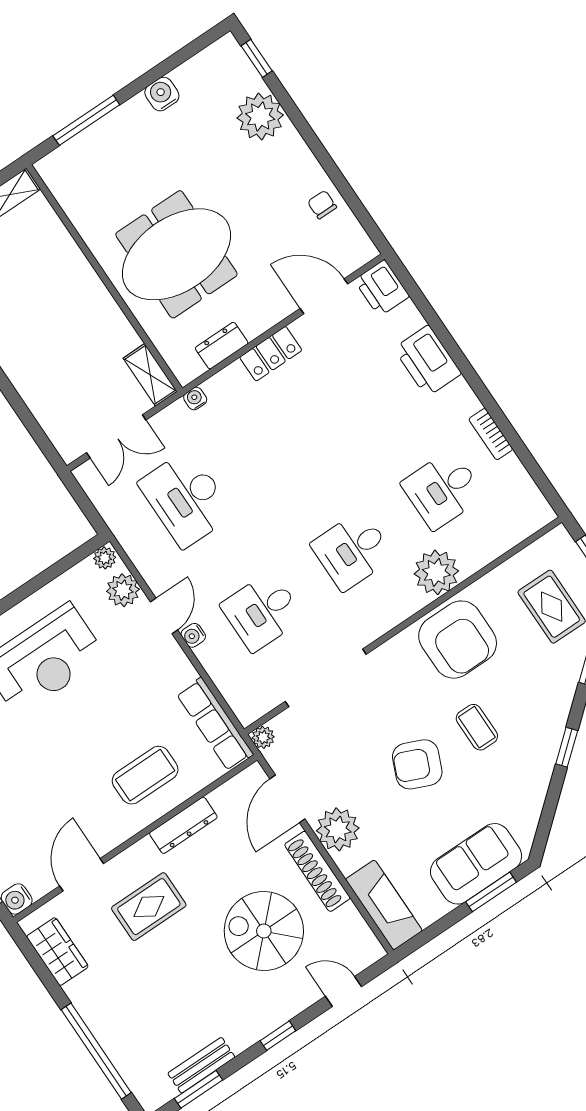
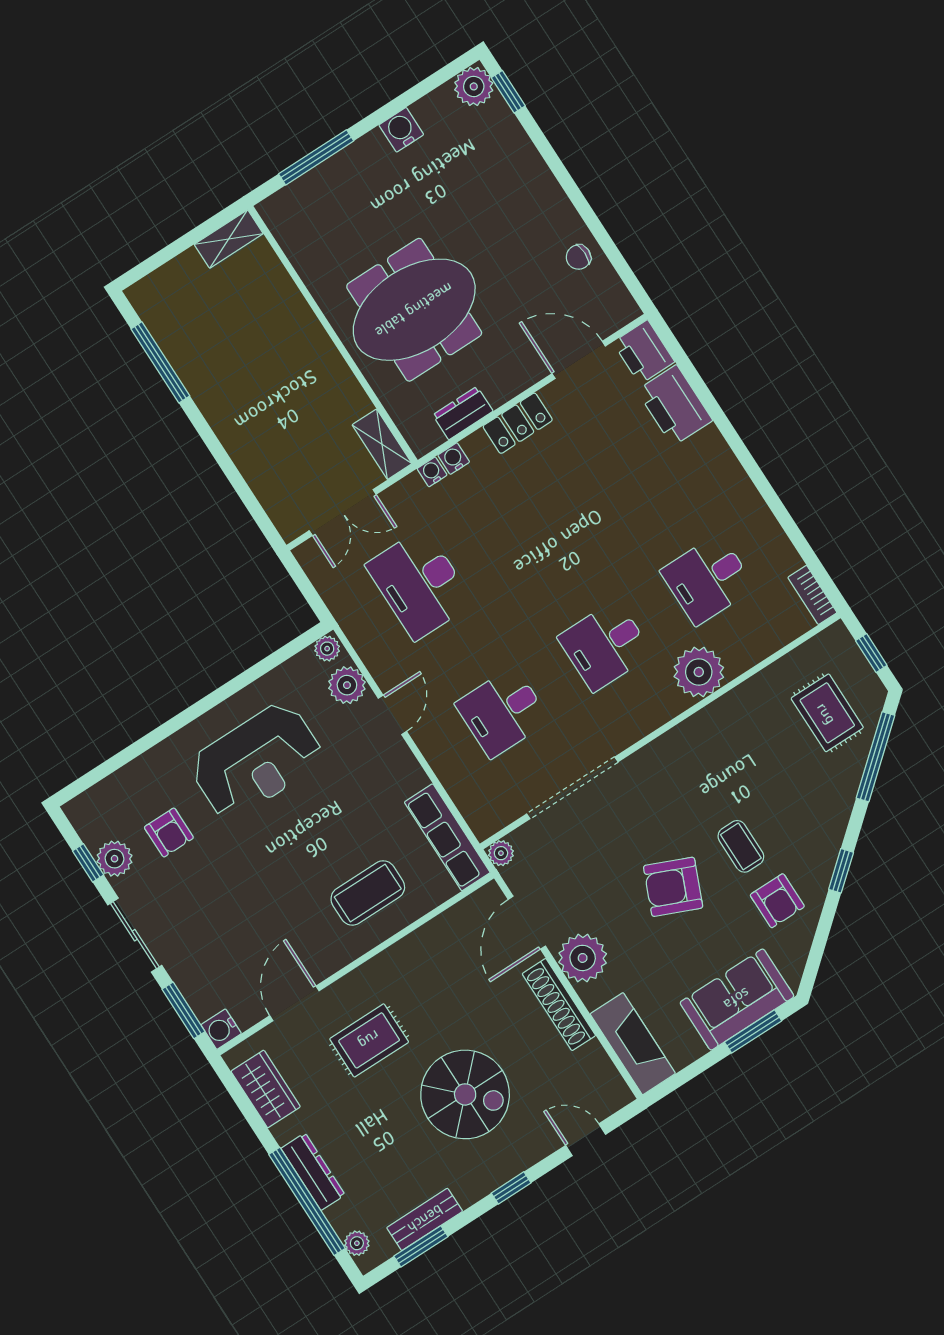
plant: (260, 116) -> (474, 86), moved, width x0.73, depth x0.73
chair: (322, 205) -> (578, 257), turned -90
printer: (428, 361) -> (675, 405), moved
bookcase: (491, 434) -> (812, 595), moved
water cooler: (193, 635) -> (454, 459), moved, turned 90
armchair: (458, 640) -> (777, 901), moved, width x0.53, depth x0.53
dresser: (183, 825) -> (313, 1172), moved, turned -90
spiral stairs: (264, 931) -> (465, 1094), moved, turned 180
plant: (141, 1088) -> (357, 1243), added

